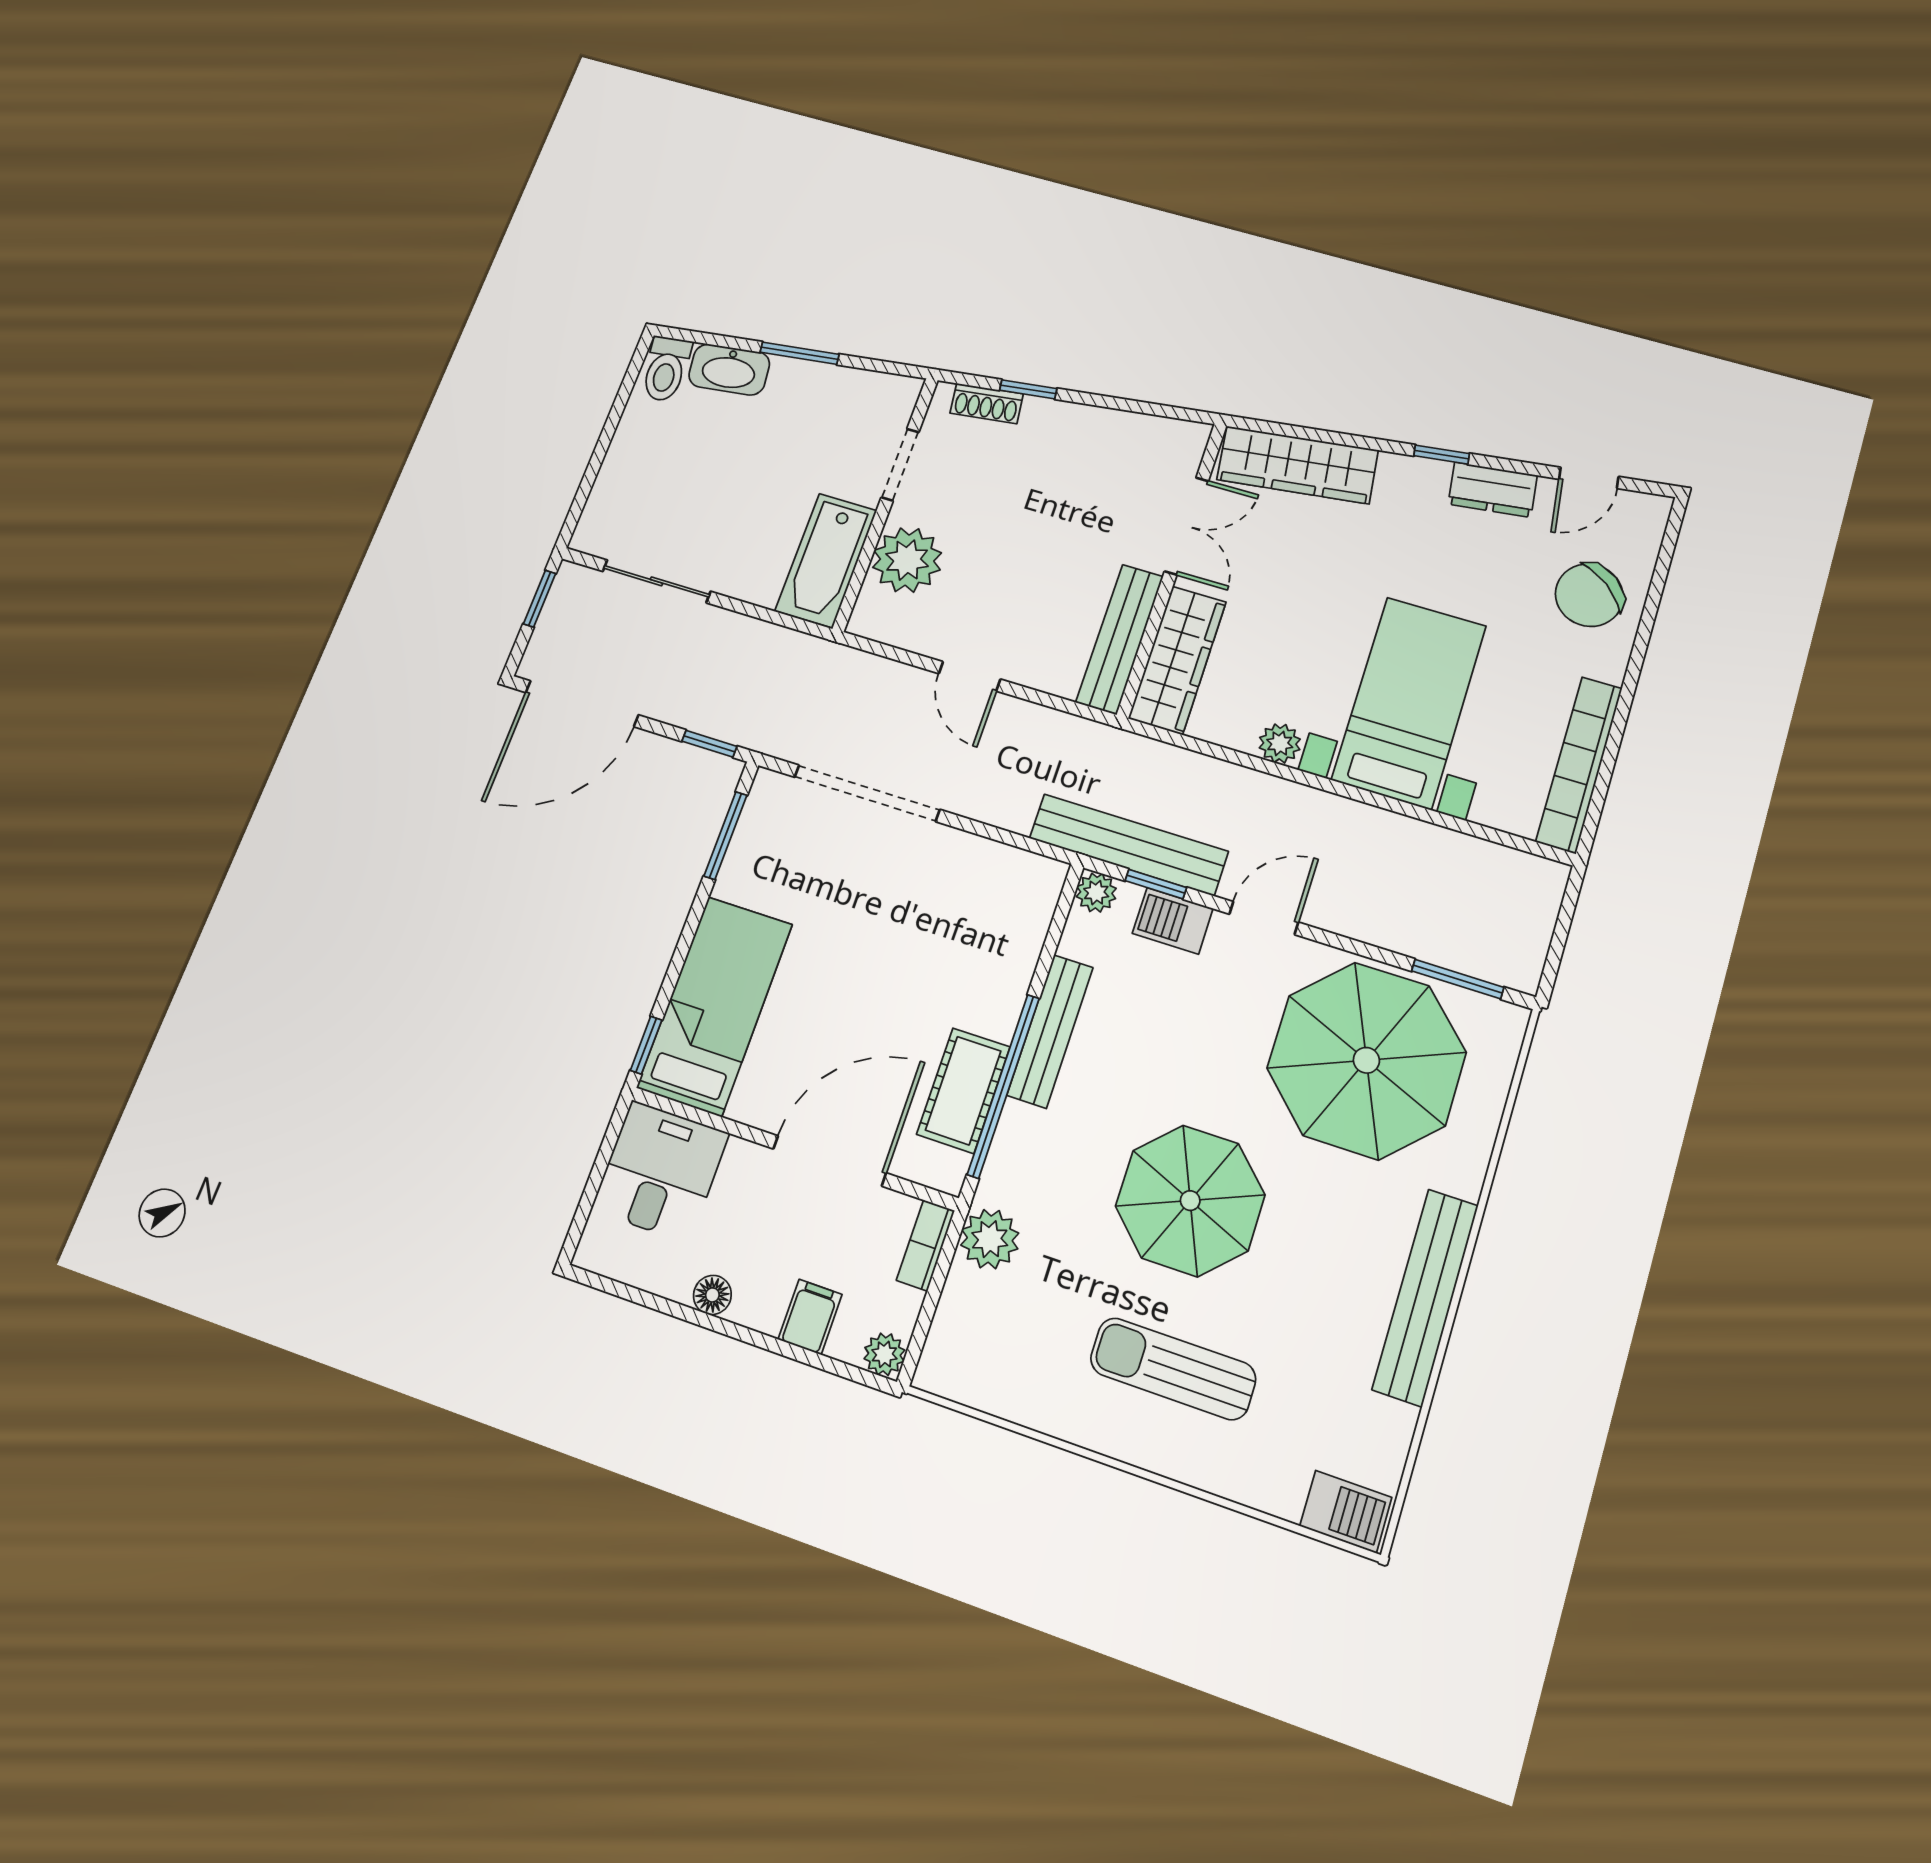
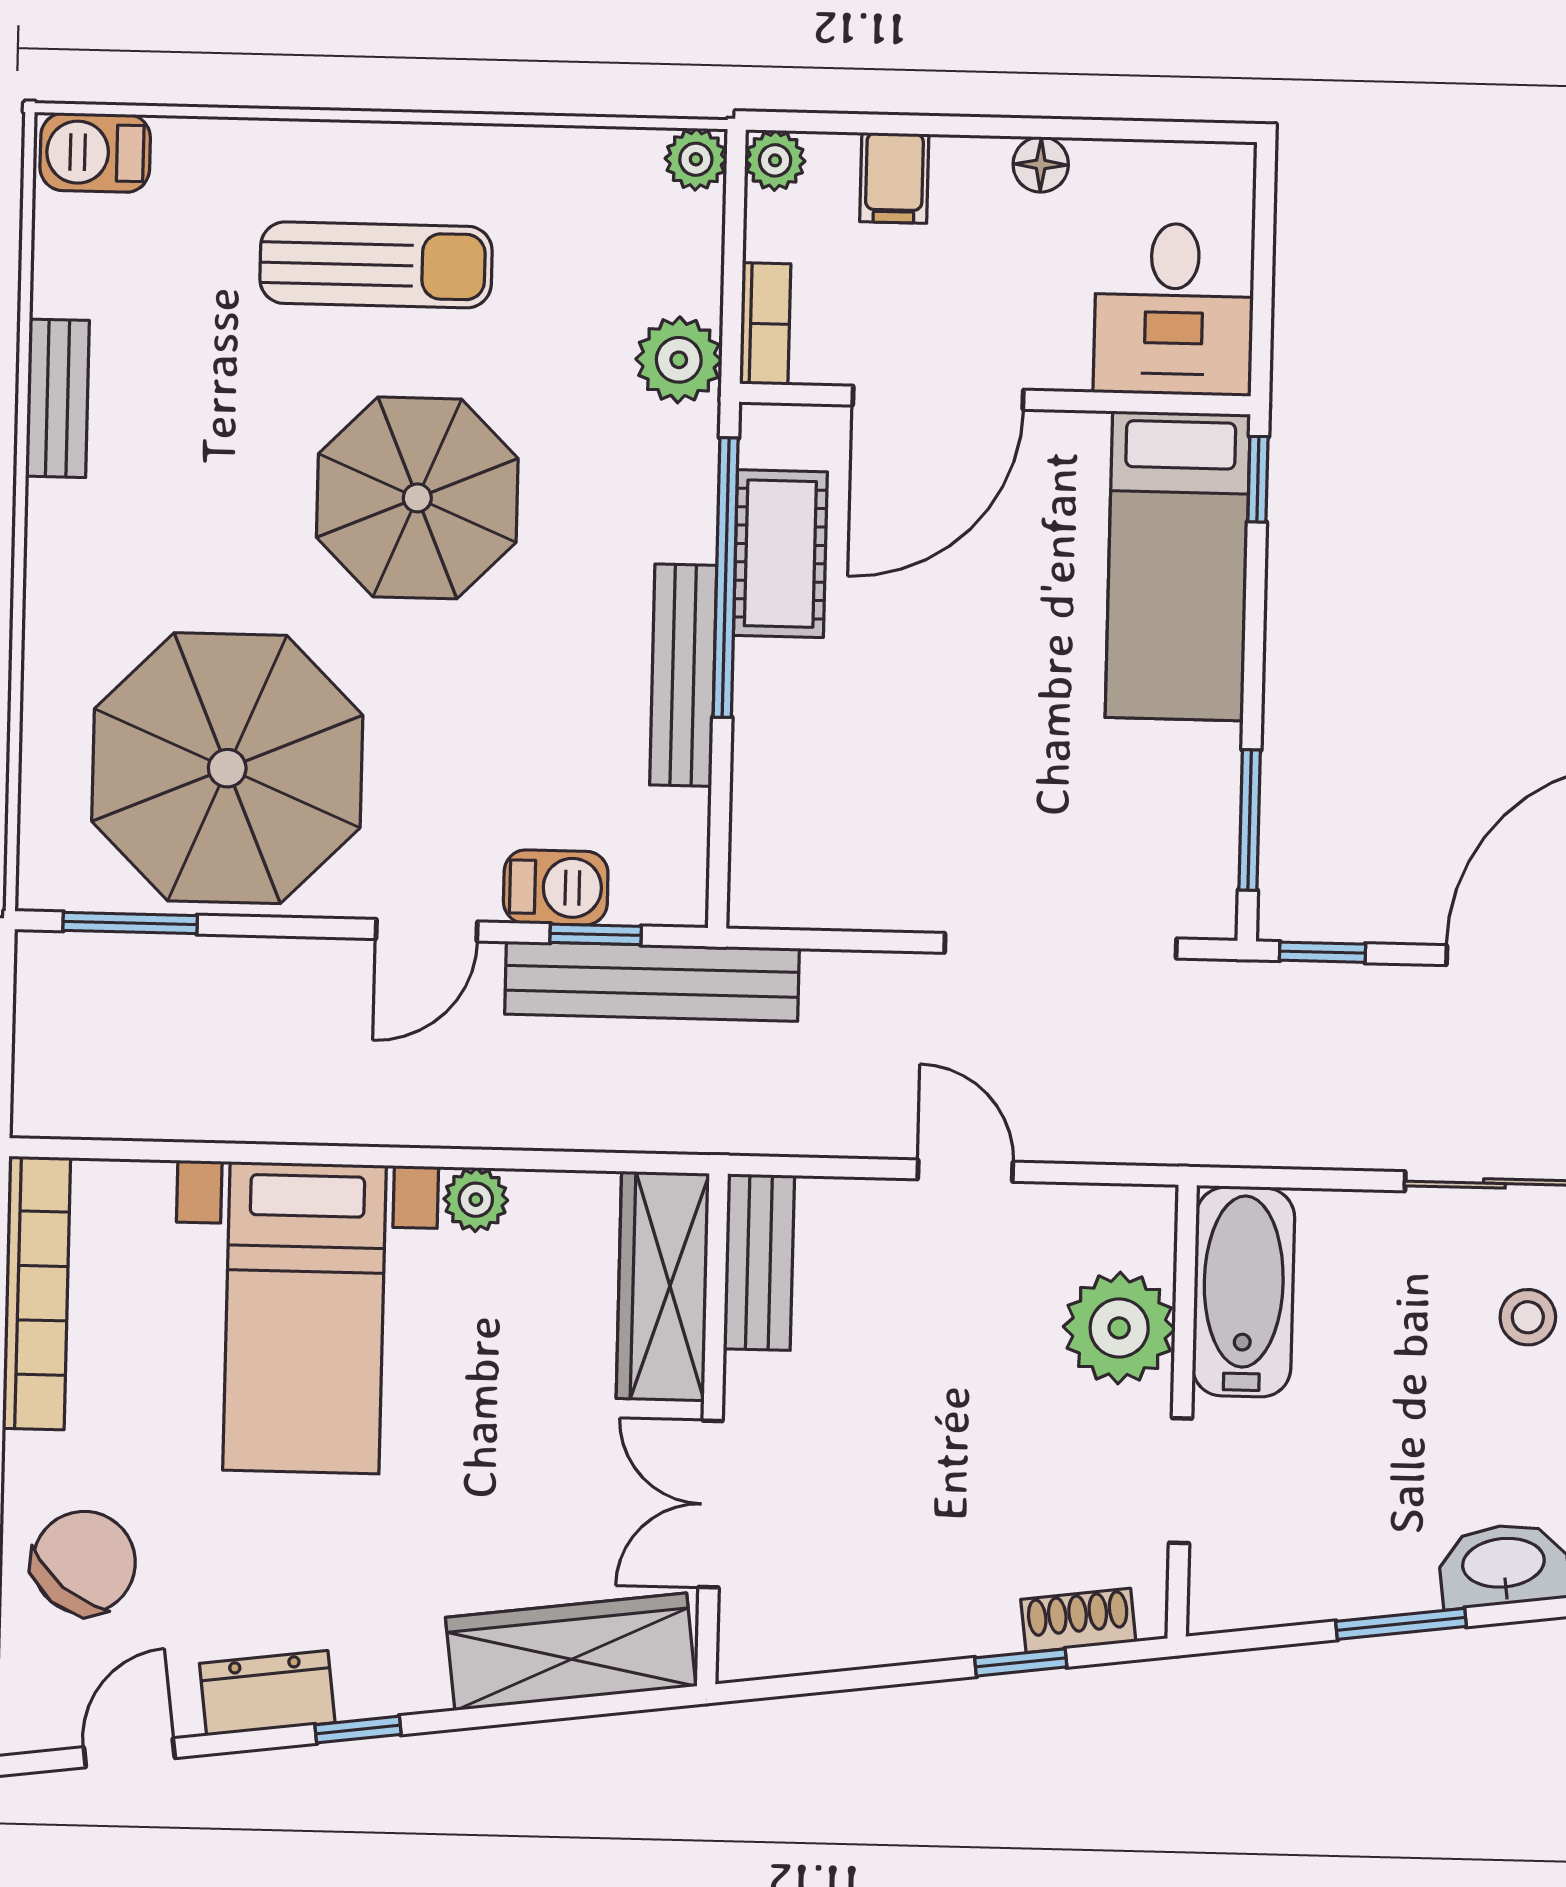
stool: (665, 501) -> (1528, 1317), added
bench: (1120, 639) -> (759, 1262), width x0.73
plant: (1096, 893) -> (696, 159), moved
bench: (1425, 1297) -> (58, 398), width x0.54, depth x0.82

